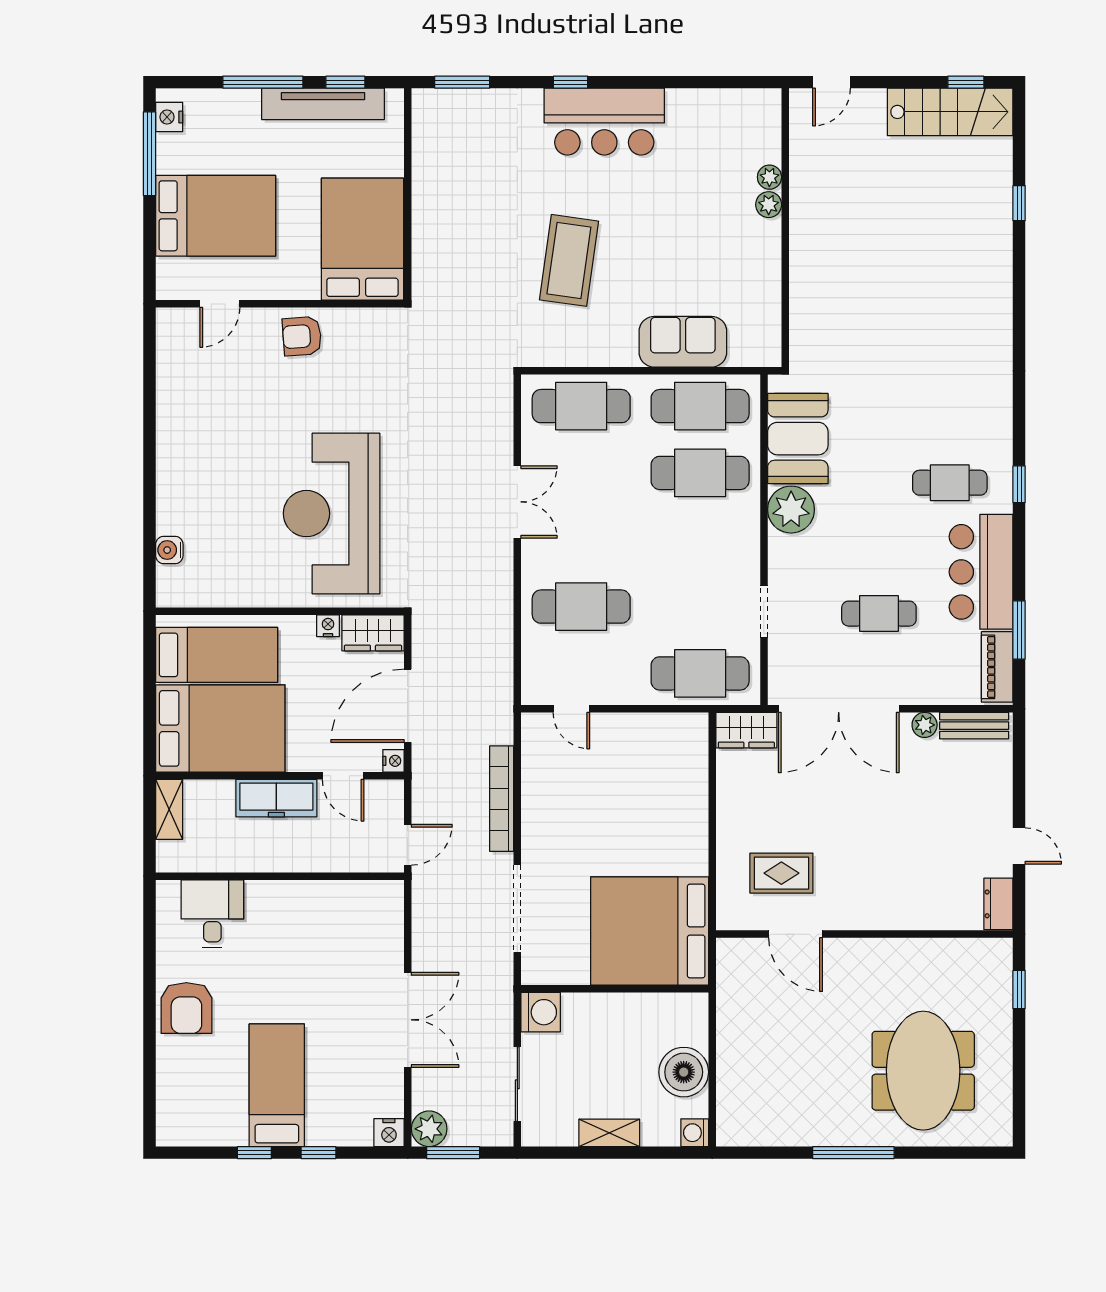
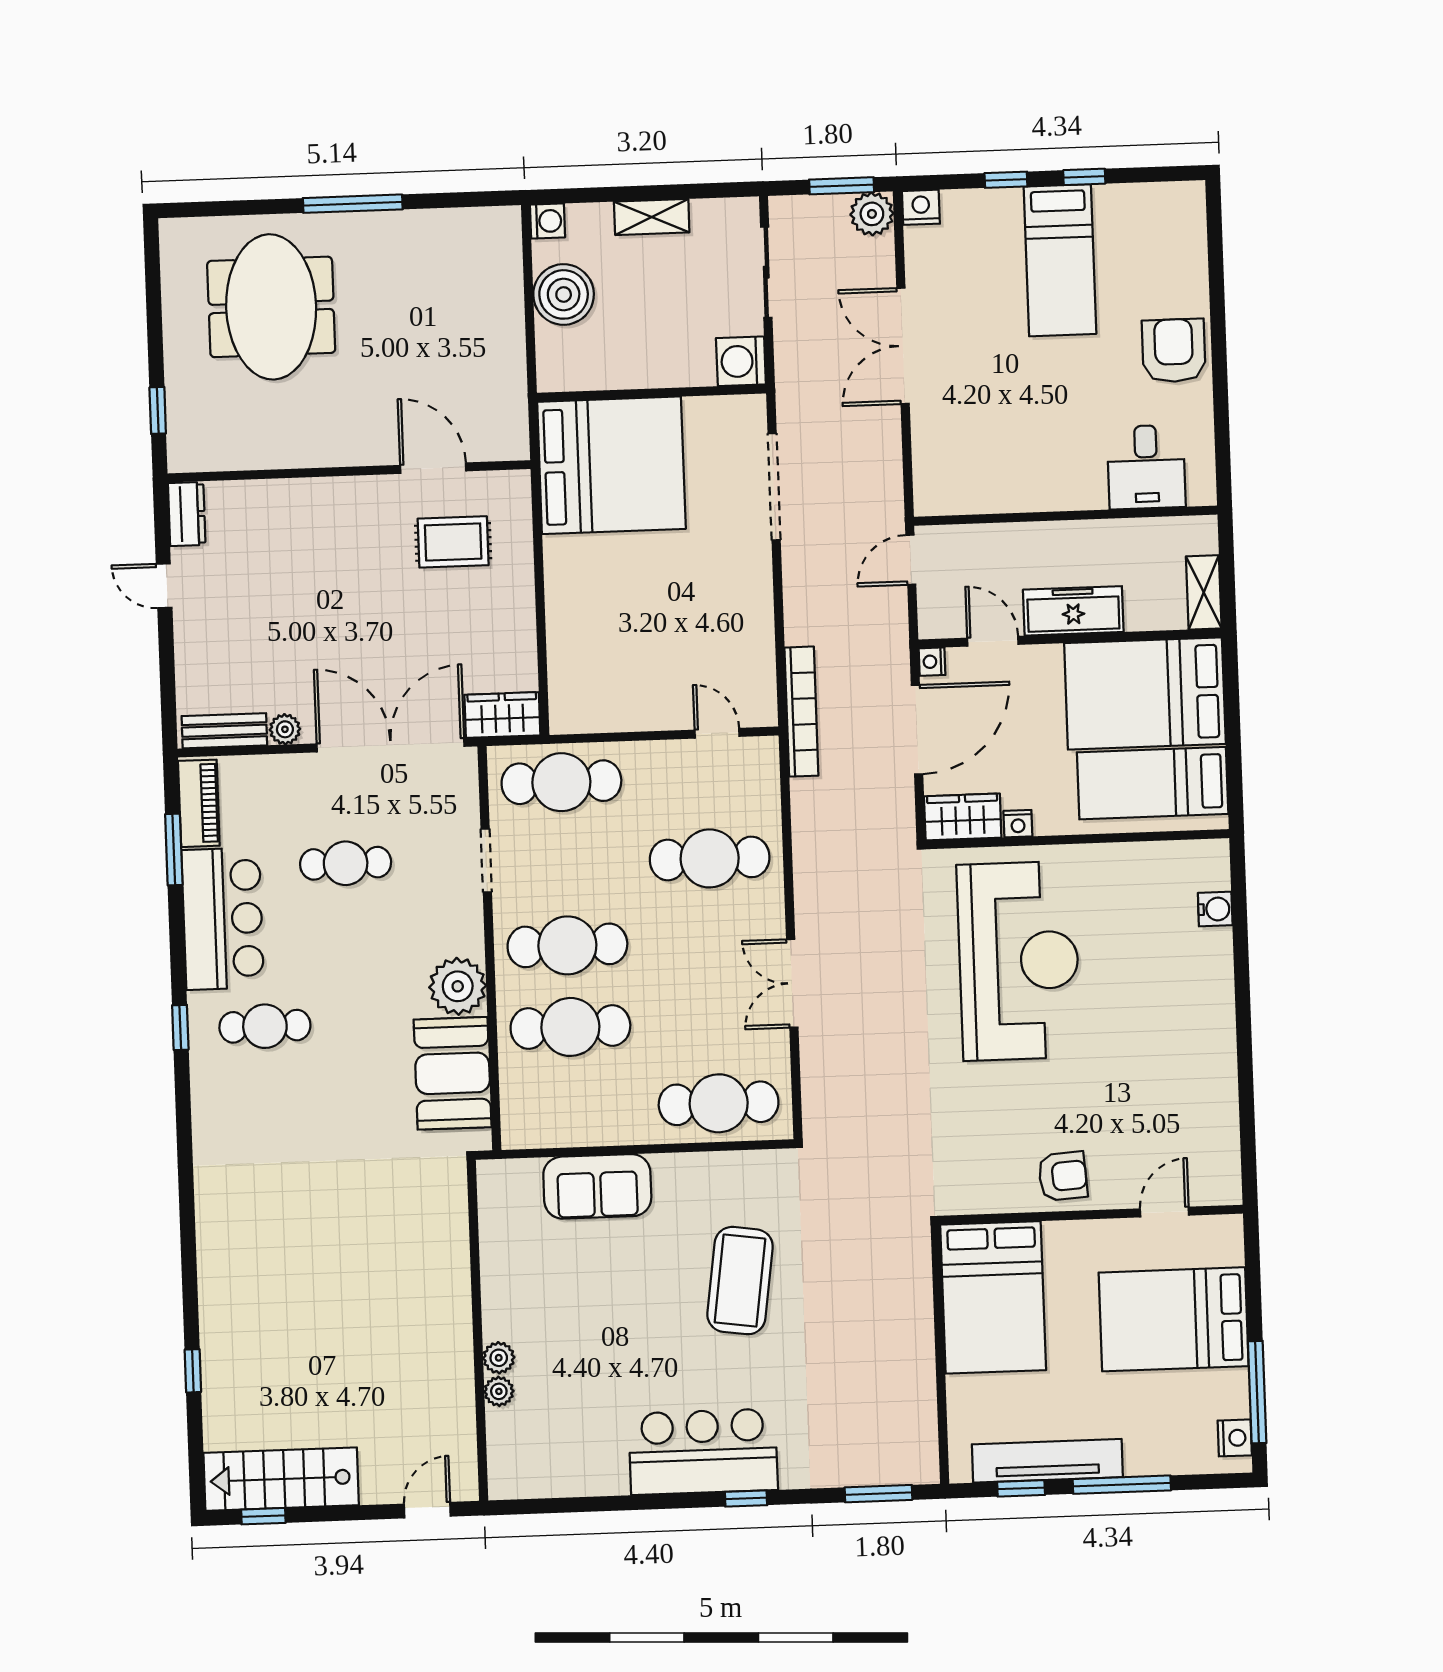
cafe table: (700, 406) -> (567, 945), moved
bookcase: (502, 799) -> (801, 712), moved

